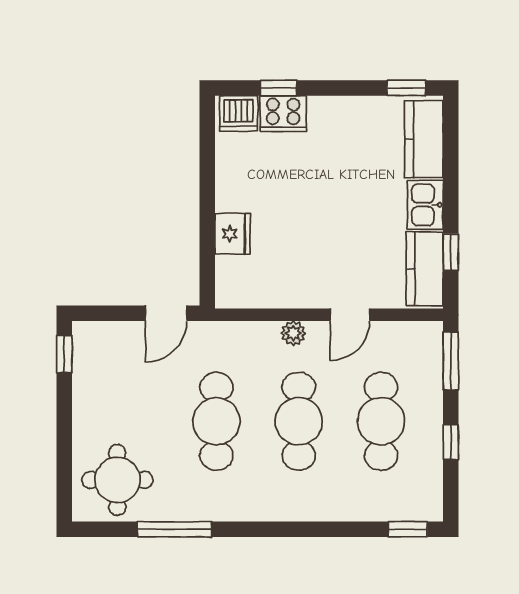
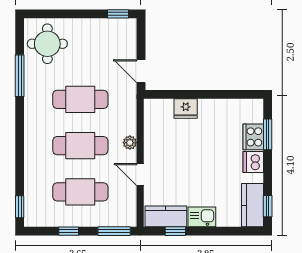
window: (279, 88) -> (268, 134), width x1.50
dishwasher: (238, 113) -> (253, 162), moved
kitchen counter: (424, 139) -> (252, 205), moved, turned -90

